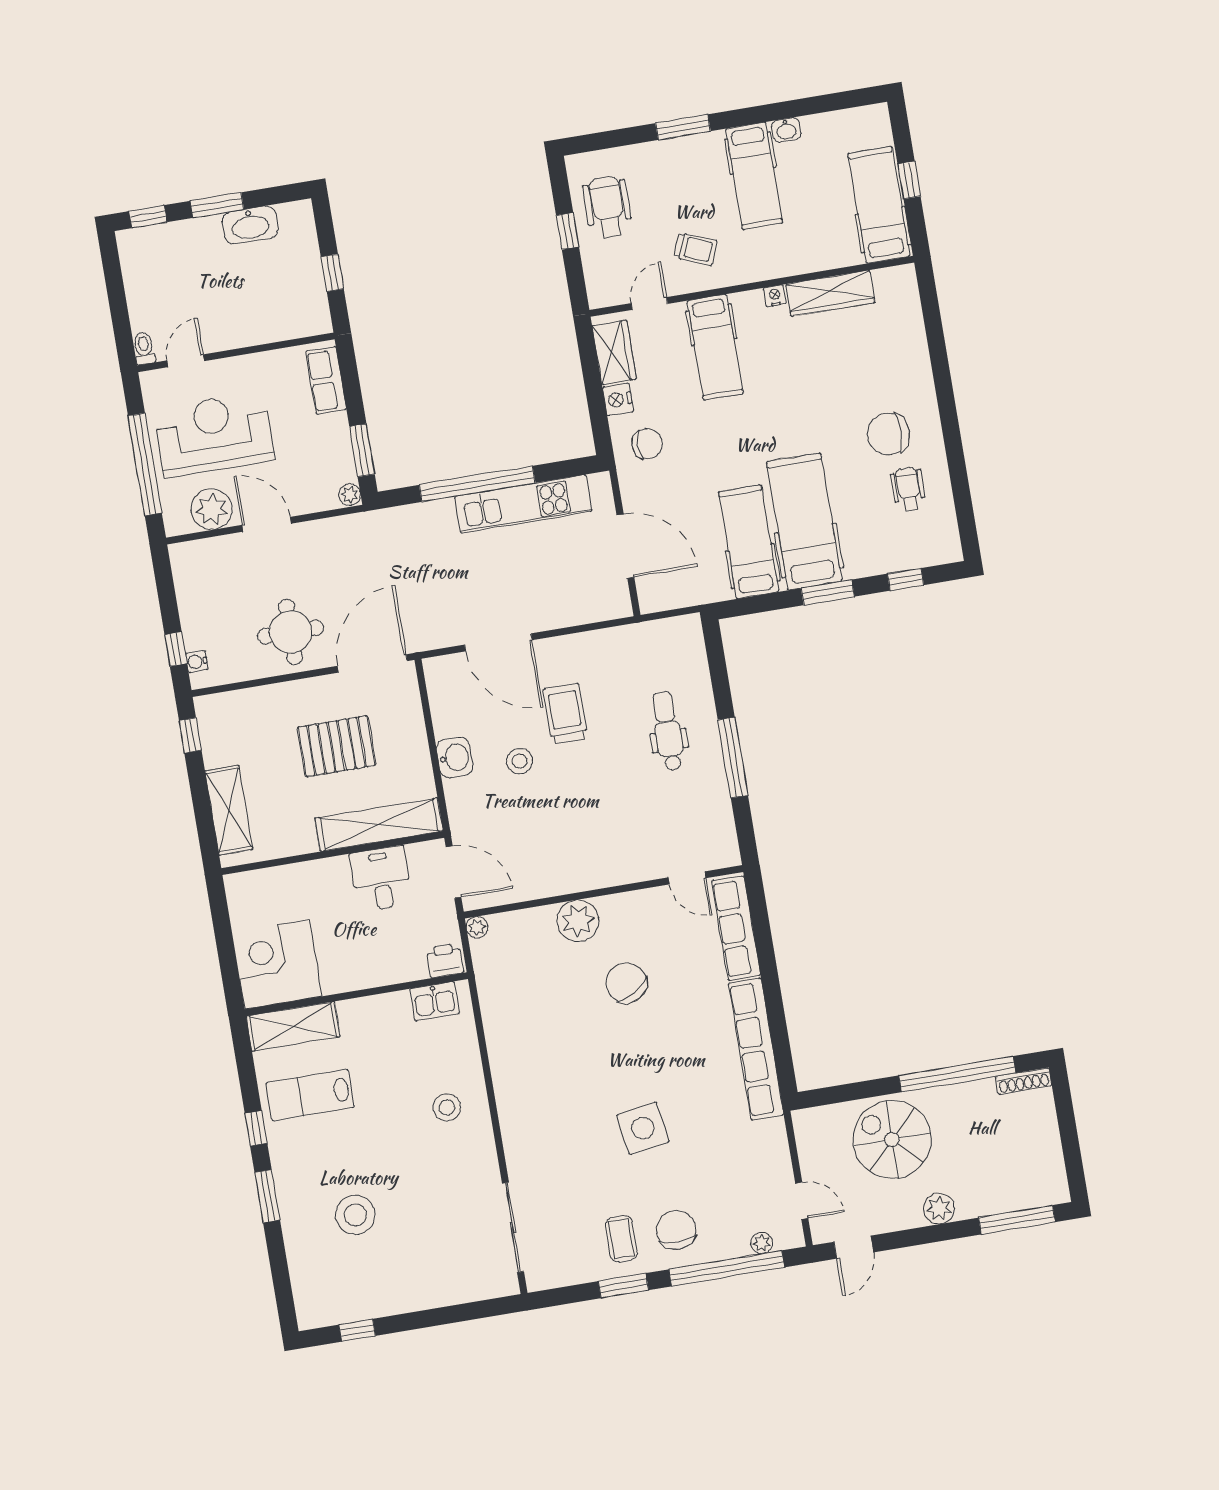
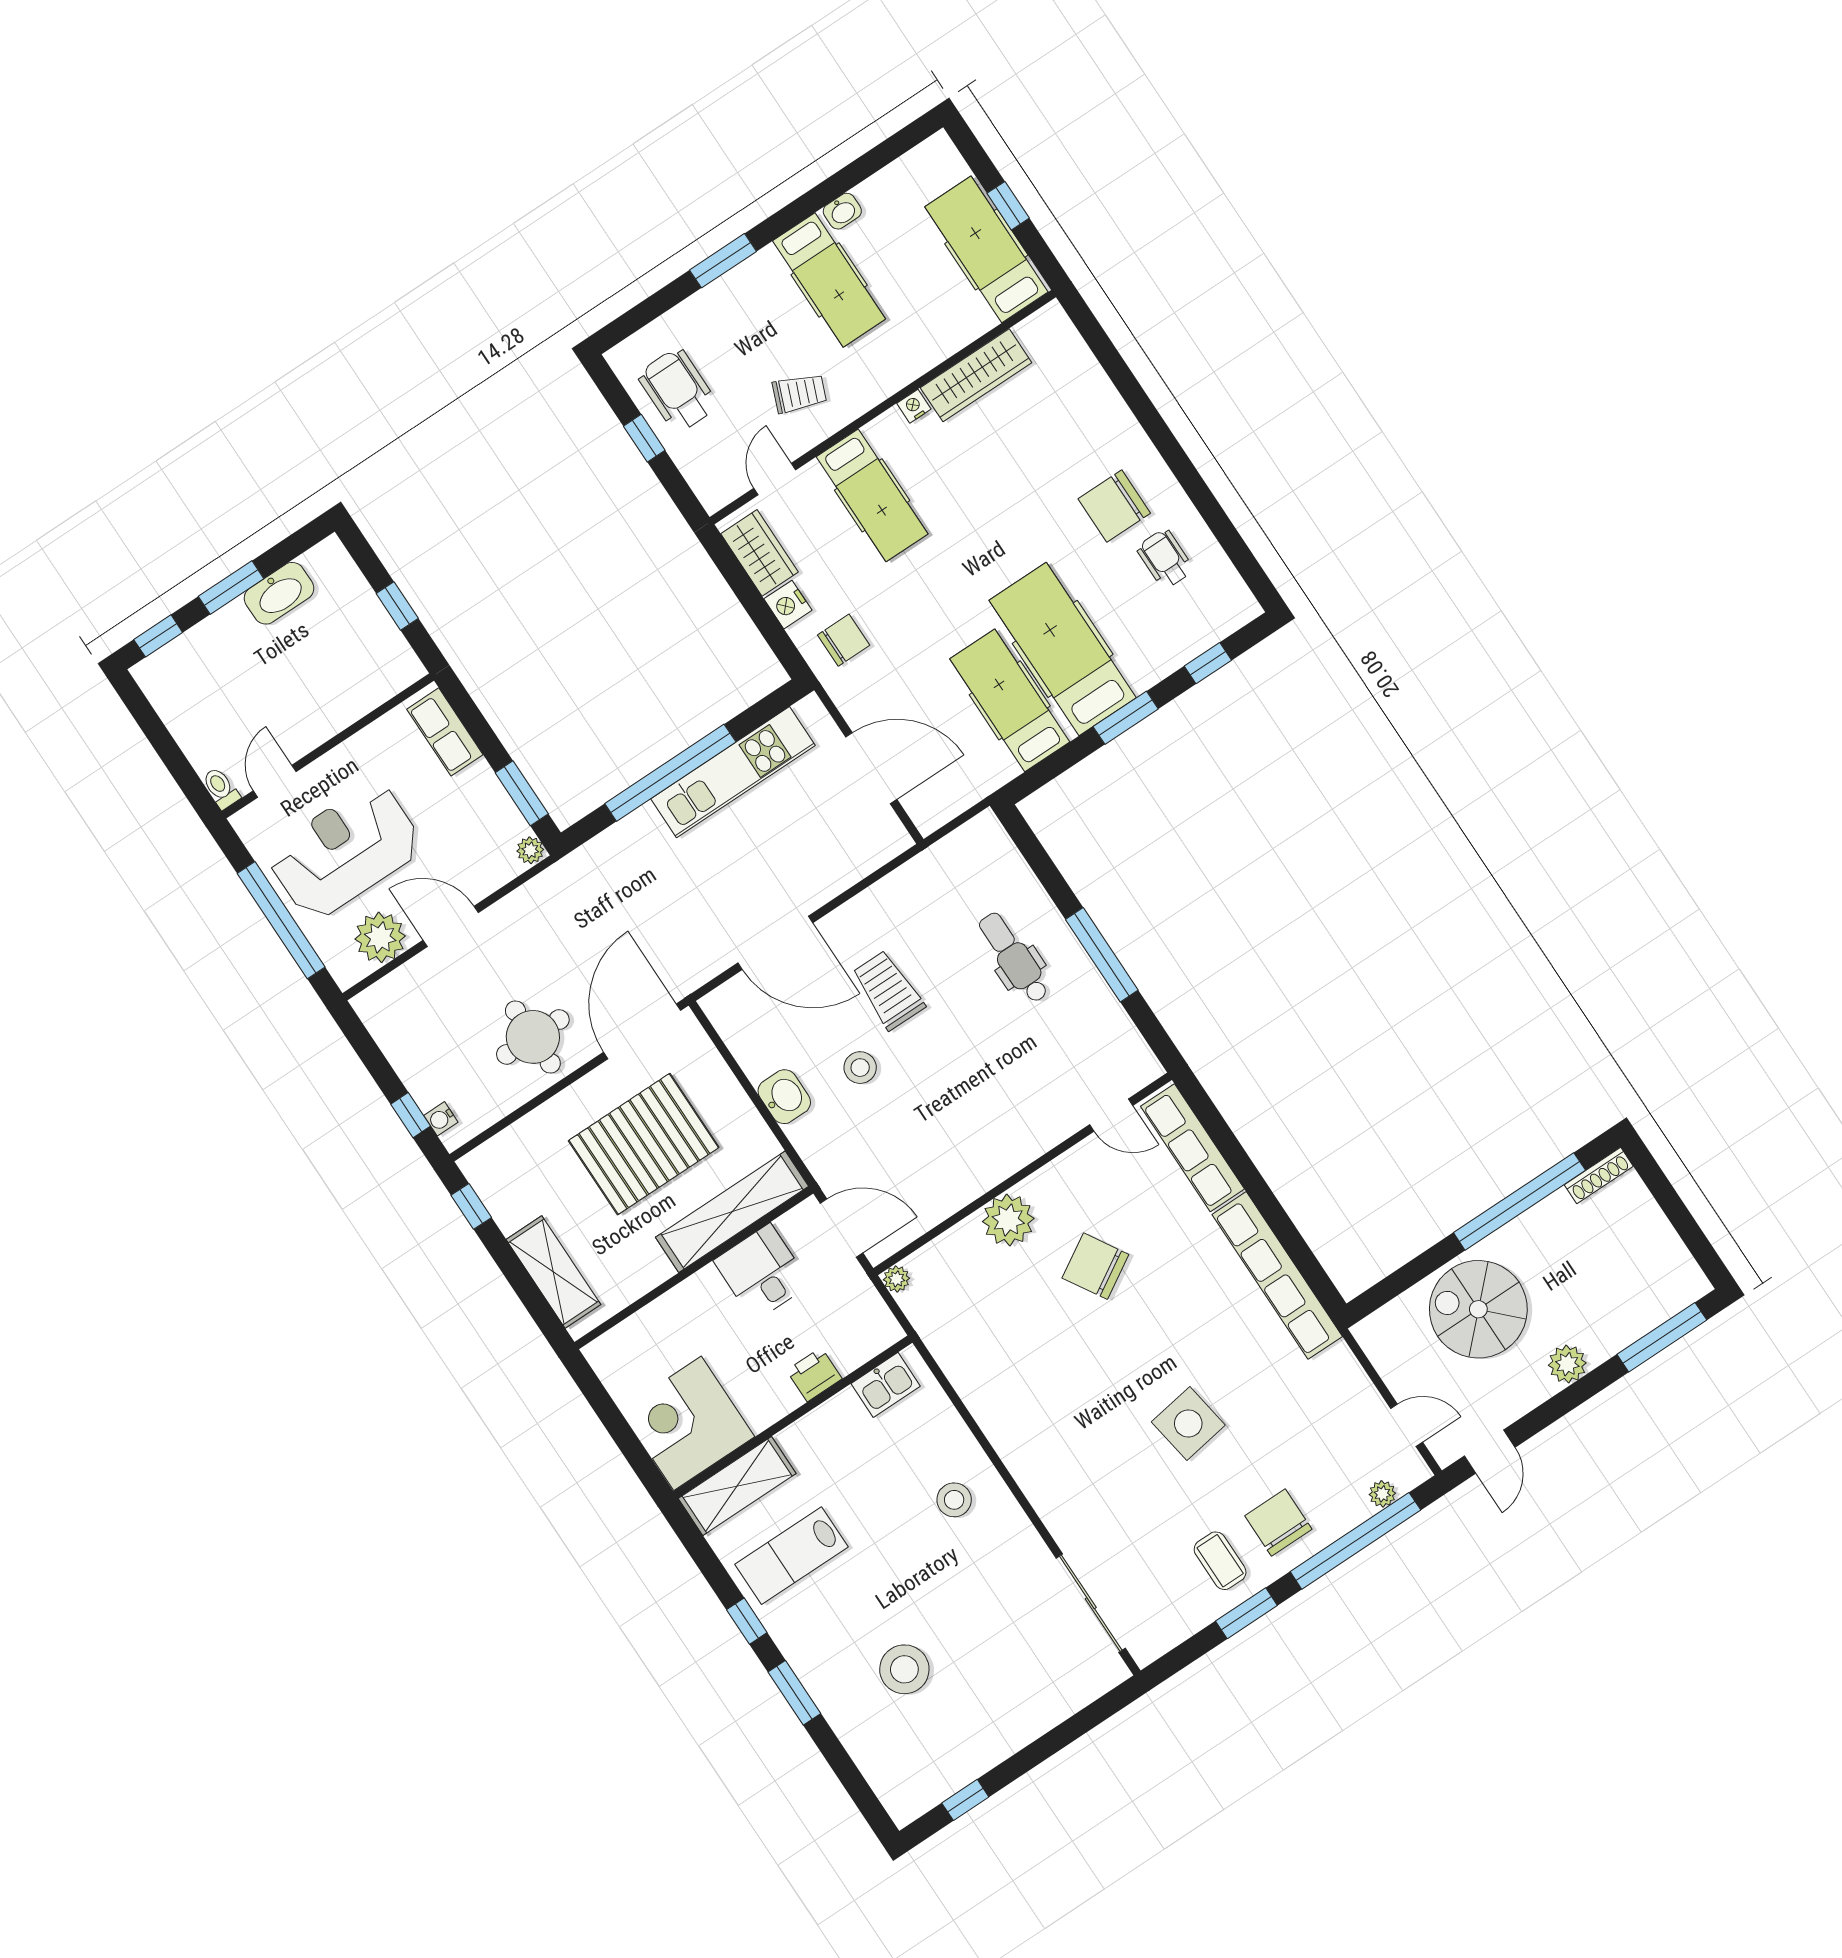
pallet: (336, 746) -> (644, 1144), width x1.37, depth x1.41
printer: (445, 960) -> (814, 1375), moved

